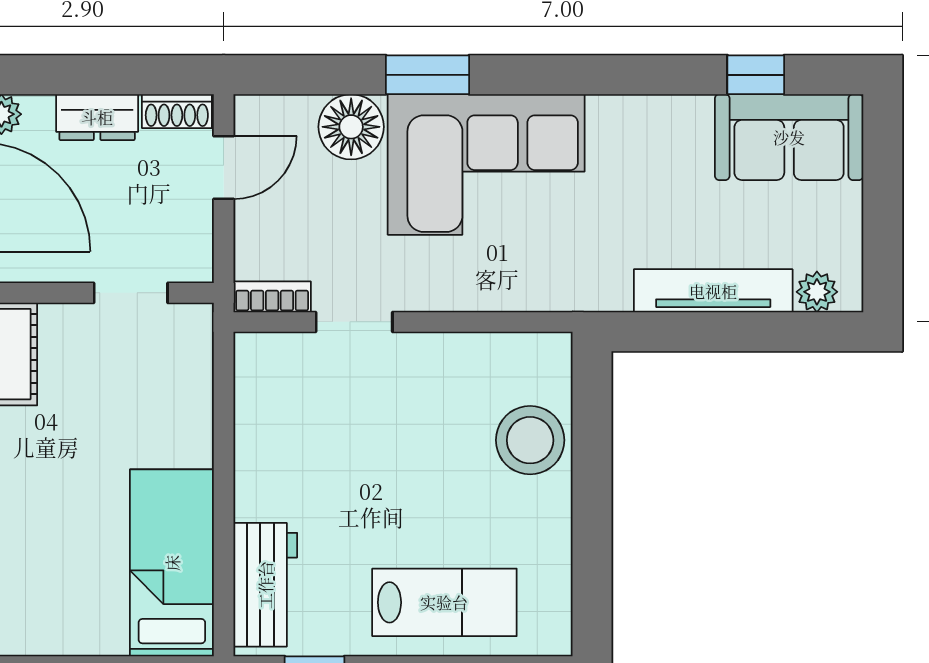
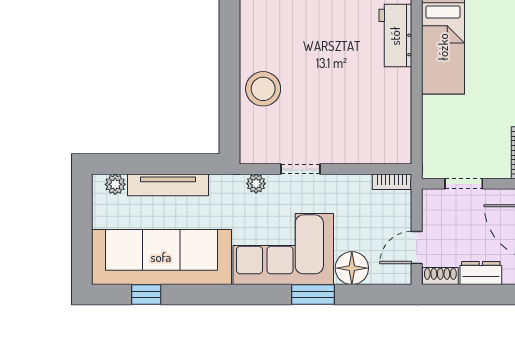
sofa: (789, 137) -> (161, 257), width x1.85, depth x1.27
plant: (540, 293) -> (256, 184), added
doorway: (354, 322) -> (301, 169), moved
stool: (530, 440) -> (263, 89), moved
lab bench: (444, 602) -> (304, 27), removed

